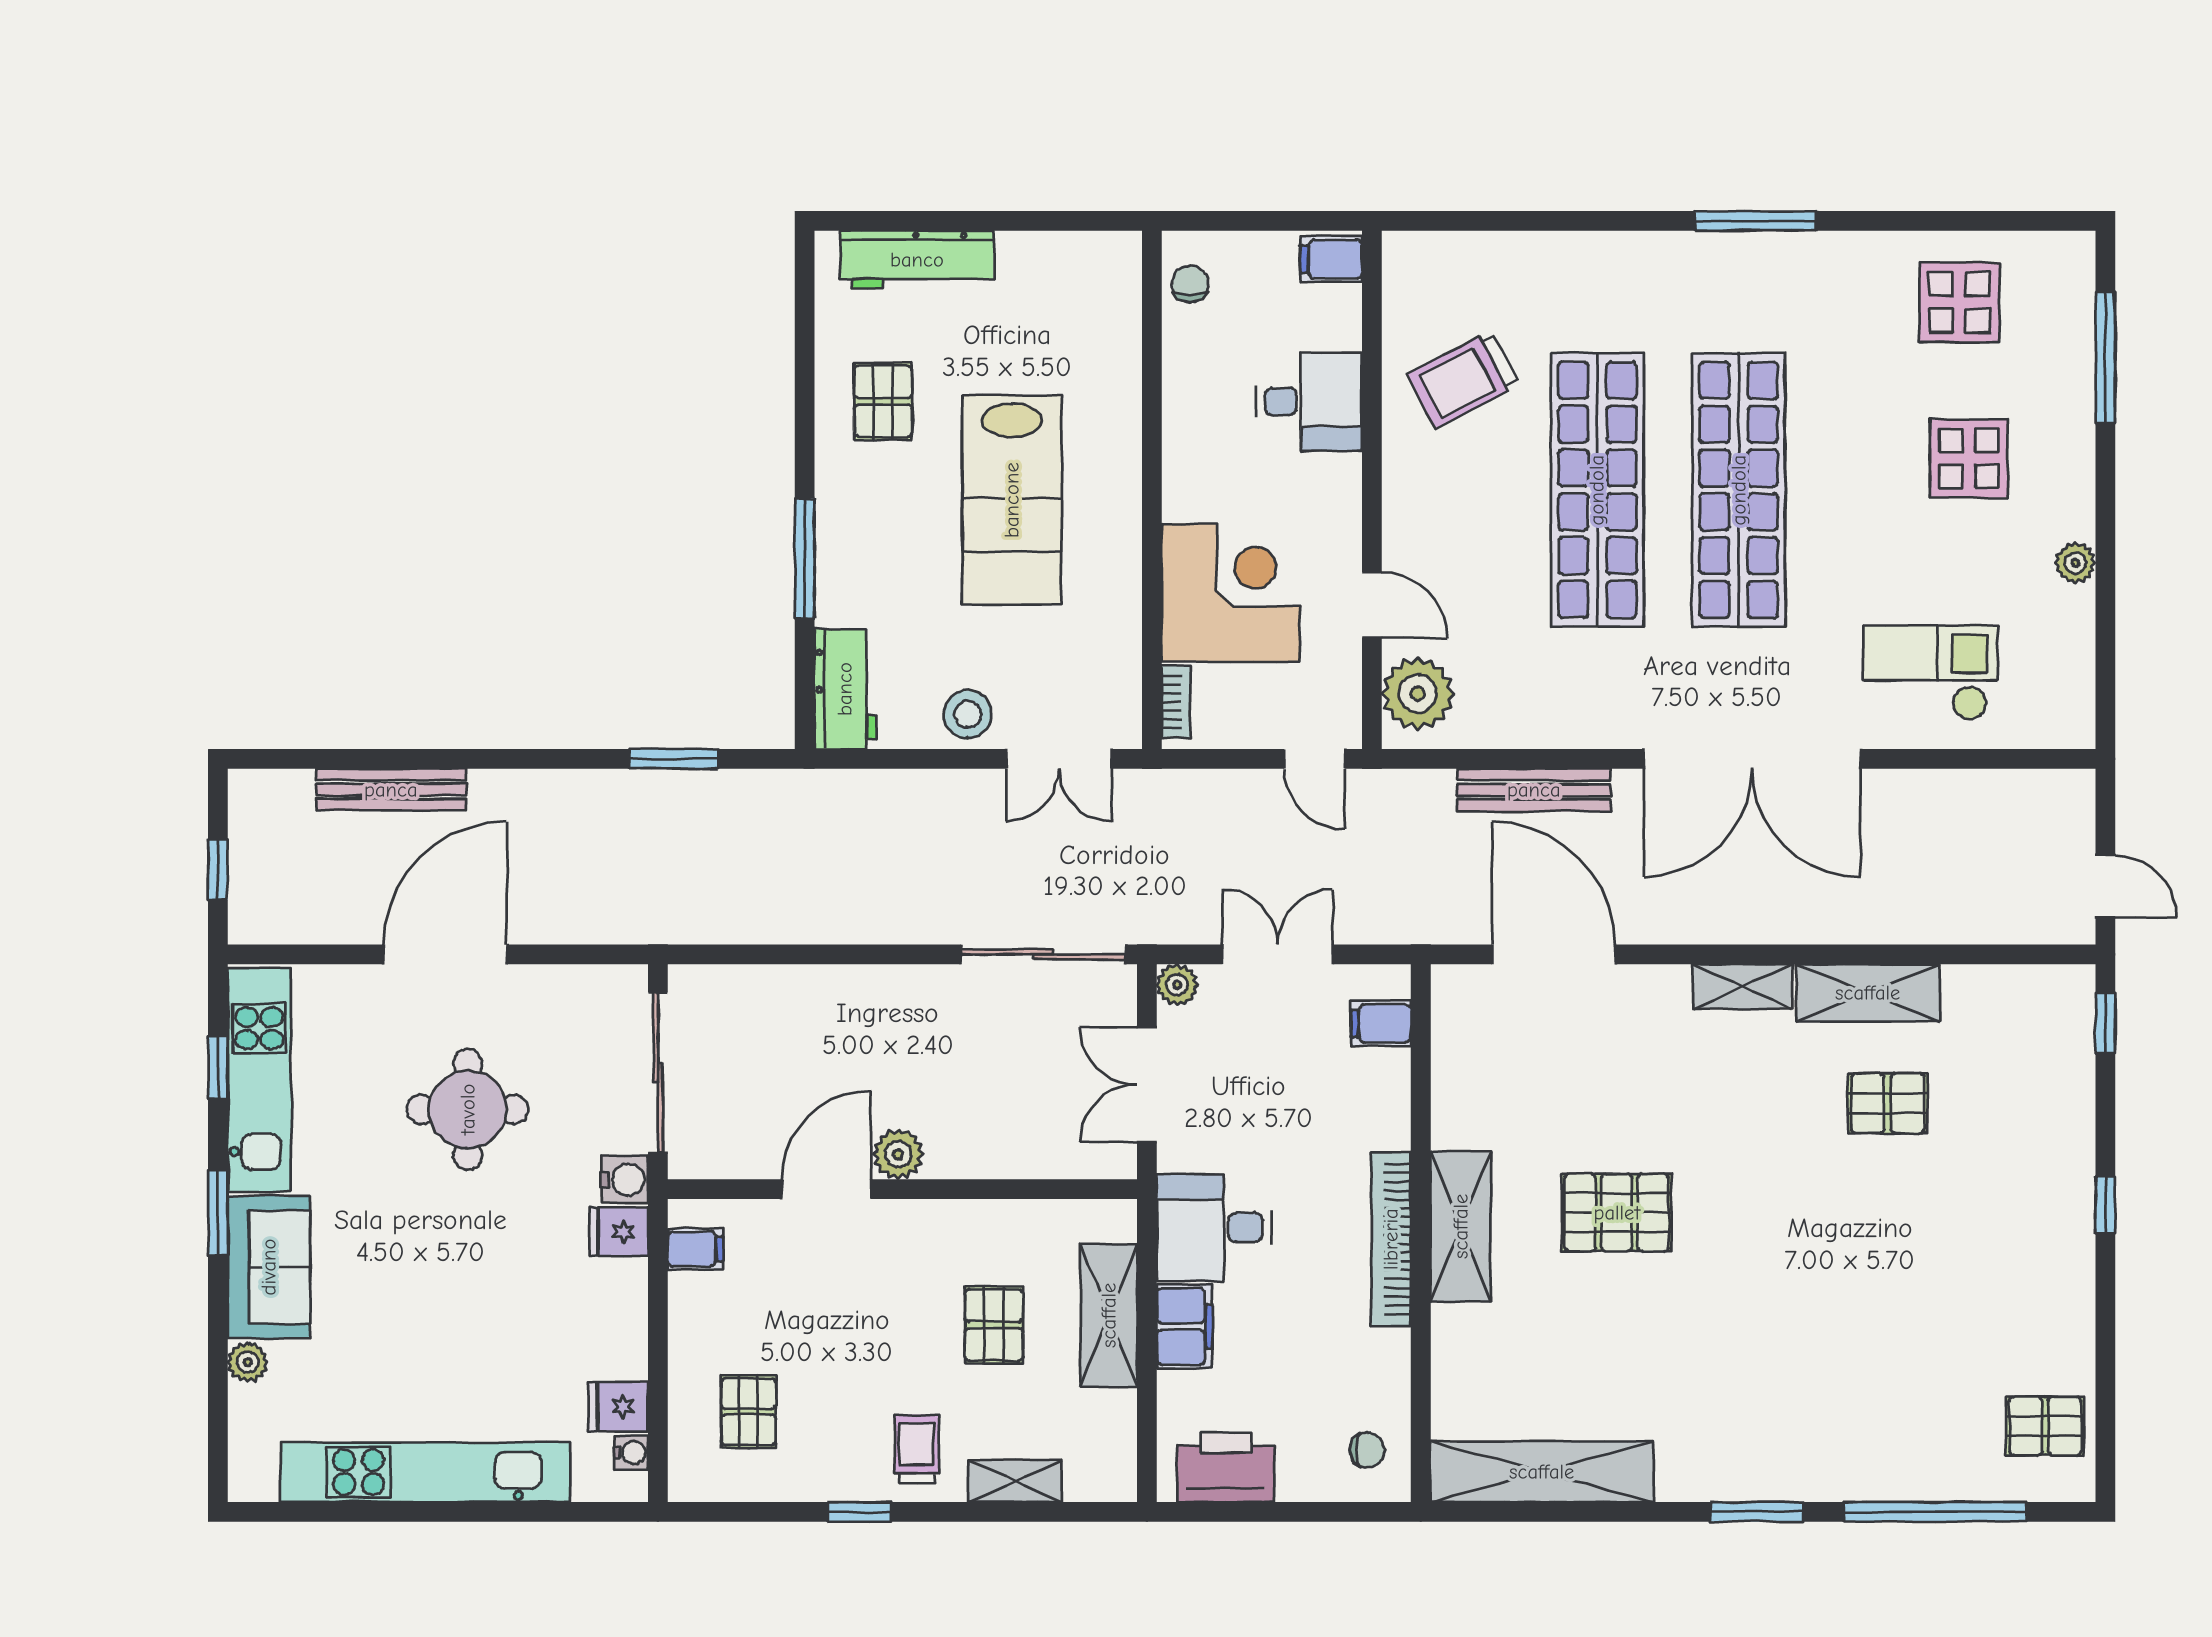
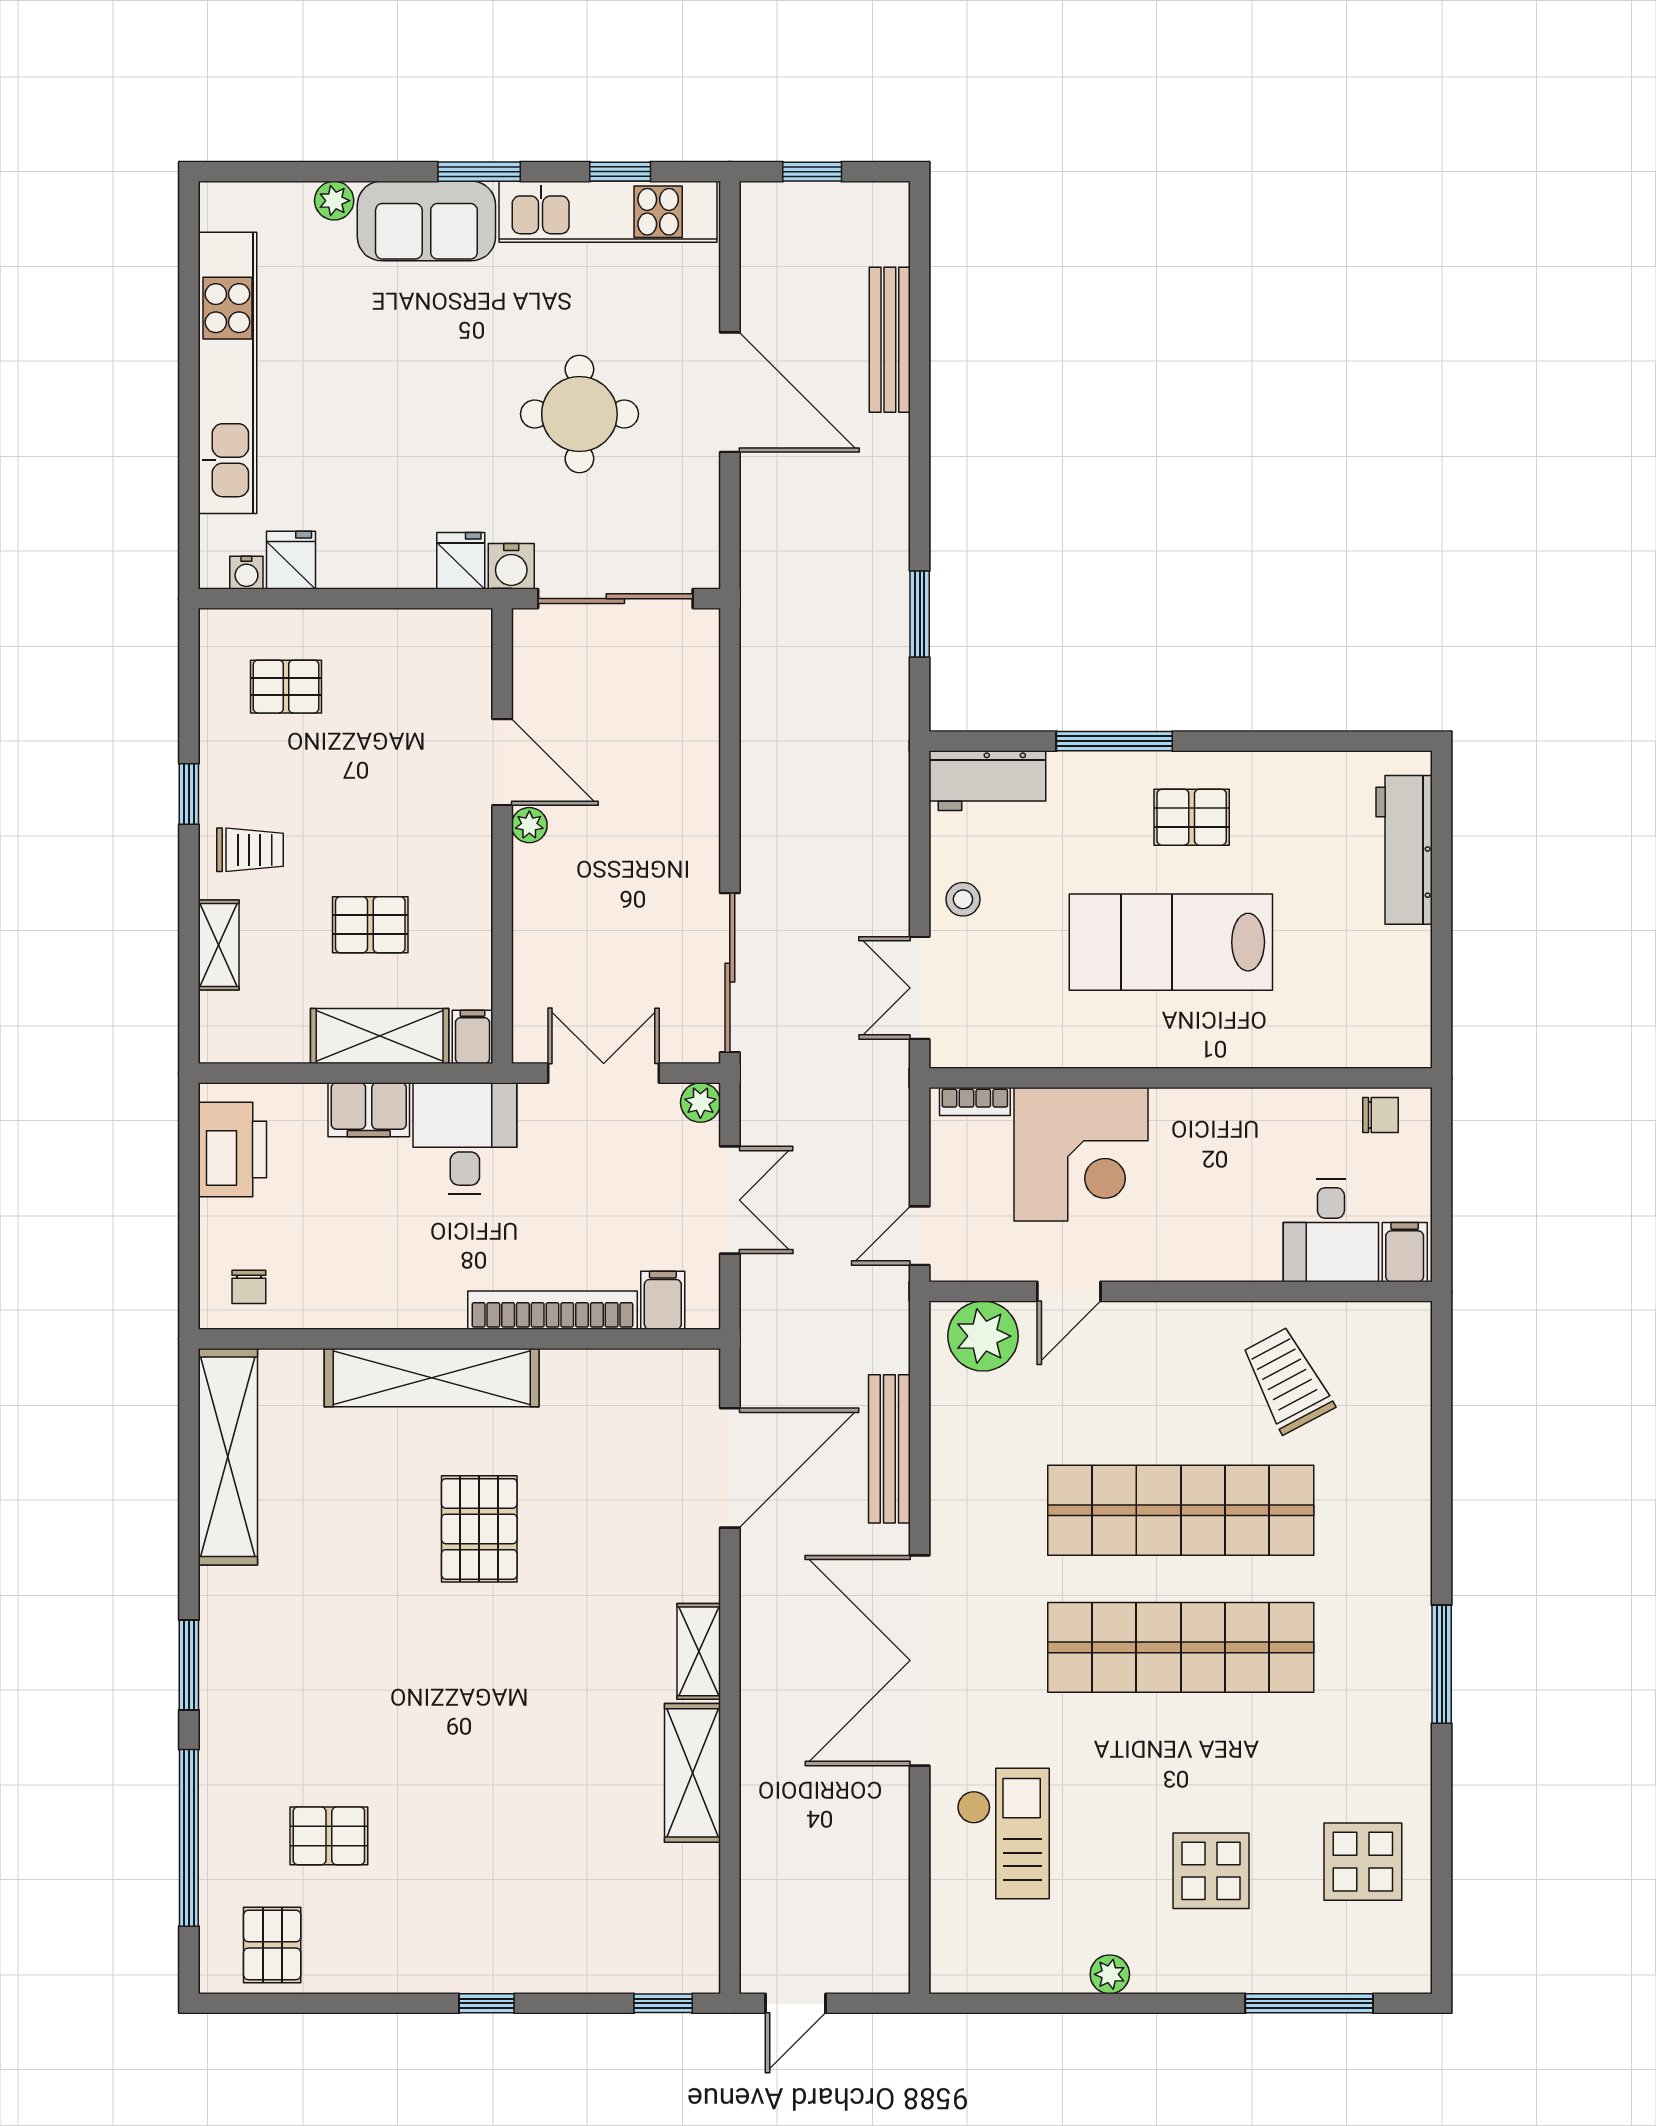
pallet: (883, 401) -> (1192, 817), moved
desk: (1309, 401) -> (1331, 1231), moved
stool: (968, 714) -> (963, 899), width x0.73, depth x0.73
pallet: (1888, 1103) -> (329, 1836), moved, turned 90
plant: (898, 1154) -> (529, 825), width x0.73, depth x0.73
shelving: (1461, 1226) -> (432, 1378), width x1.47
bookcase: (1391, 1239) -> (552, 1310), moved
filing cabinet: (695, 1249) -> (472, 1037), moved, turned 180

